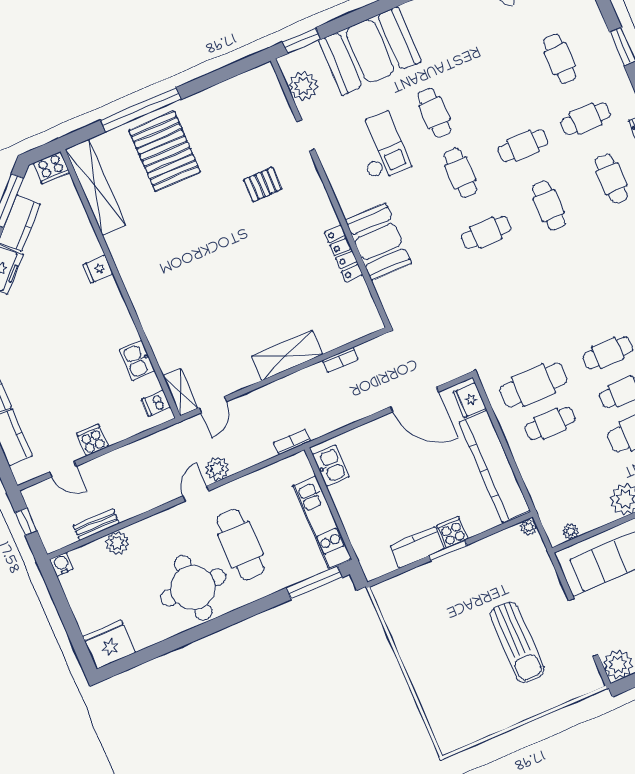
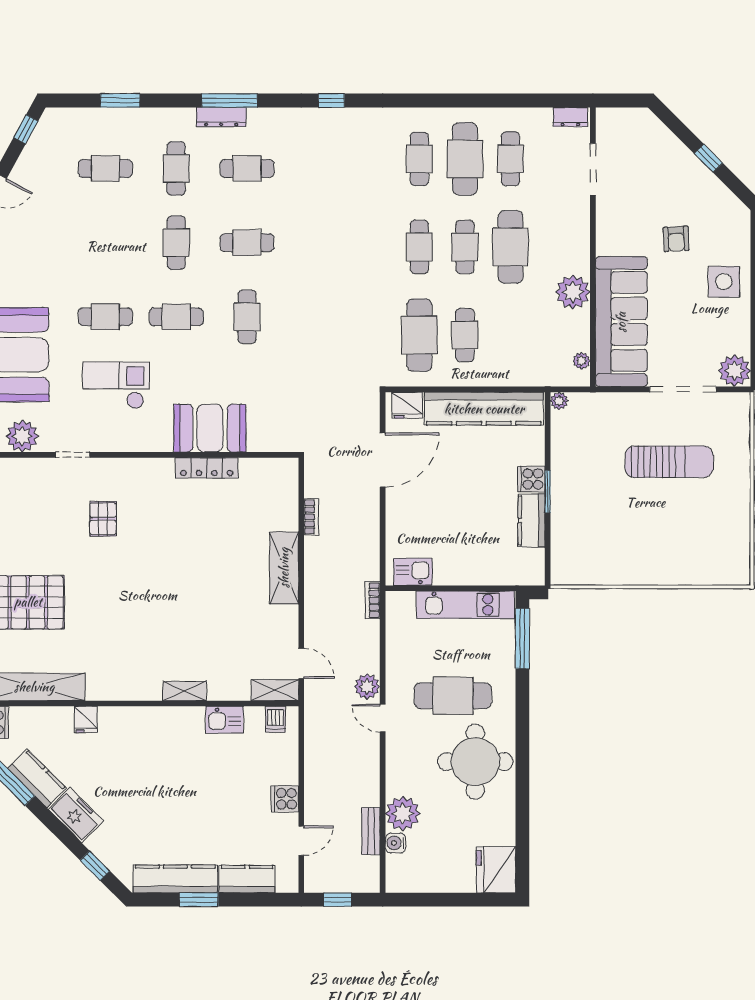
fridge: (98, 269) -> (86, 720), moved
shelving: (147, 316) -> (185, 691), added
plant: (117, 543) -> (403, 814), width x1.36, depth x1.36
water cooler: (62, 564) -> (396, 843), moved

